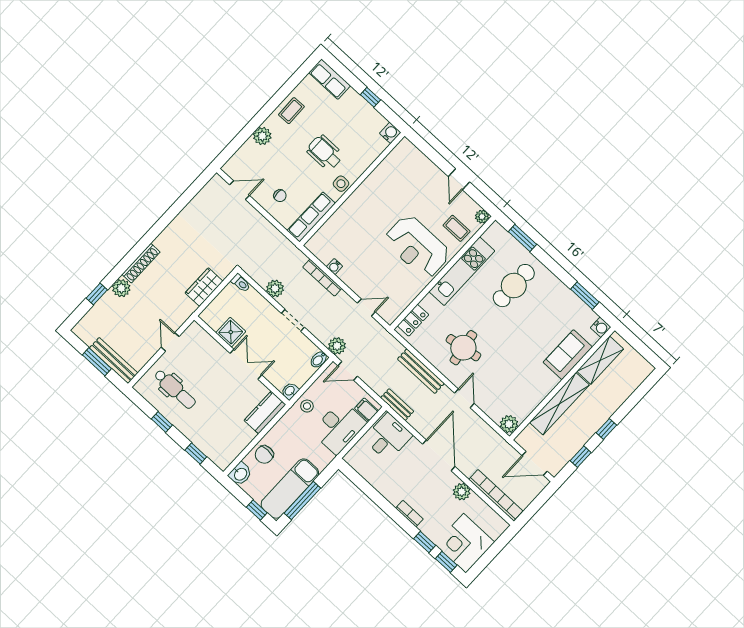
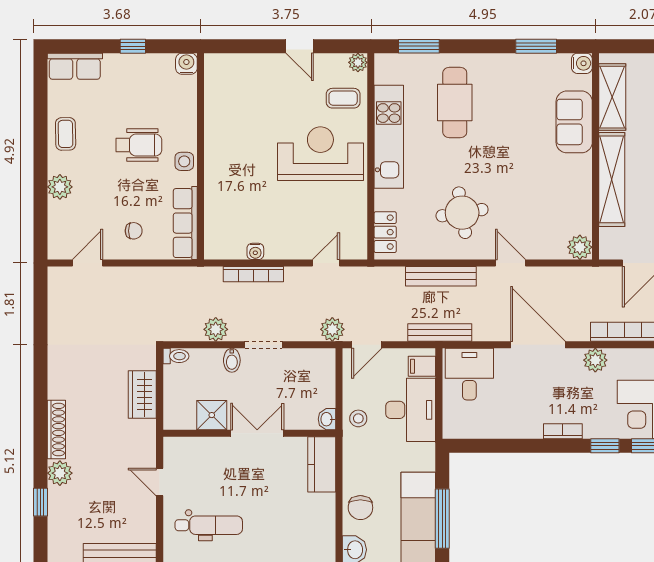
wheelchair: (325, 153) -> (139, 145), turned 180
reception desk: (417, 247) -> (320, 154), turned 180
bidet: (319, 359) -> (232, 360), moved
bench: (397, 405) -> (440, 332), width x1.36

